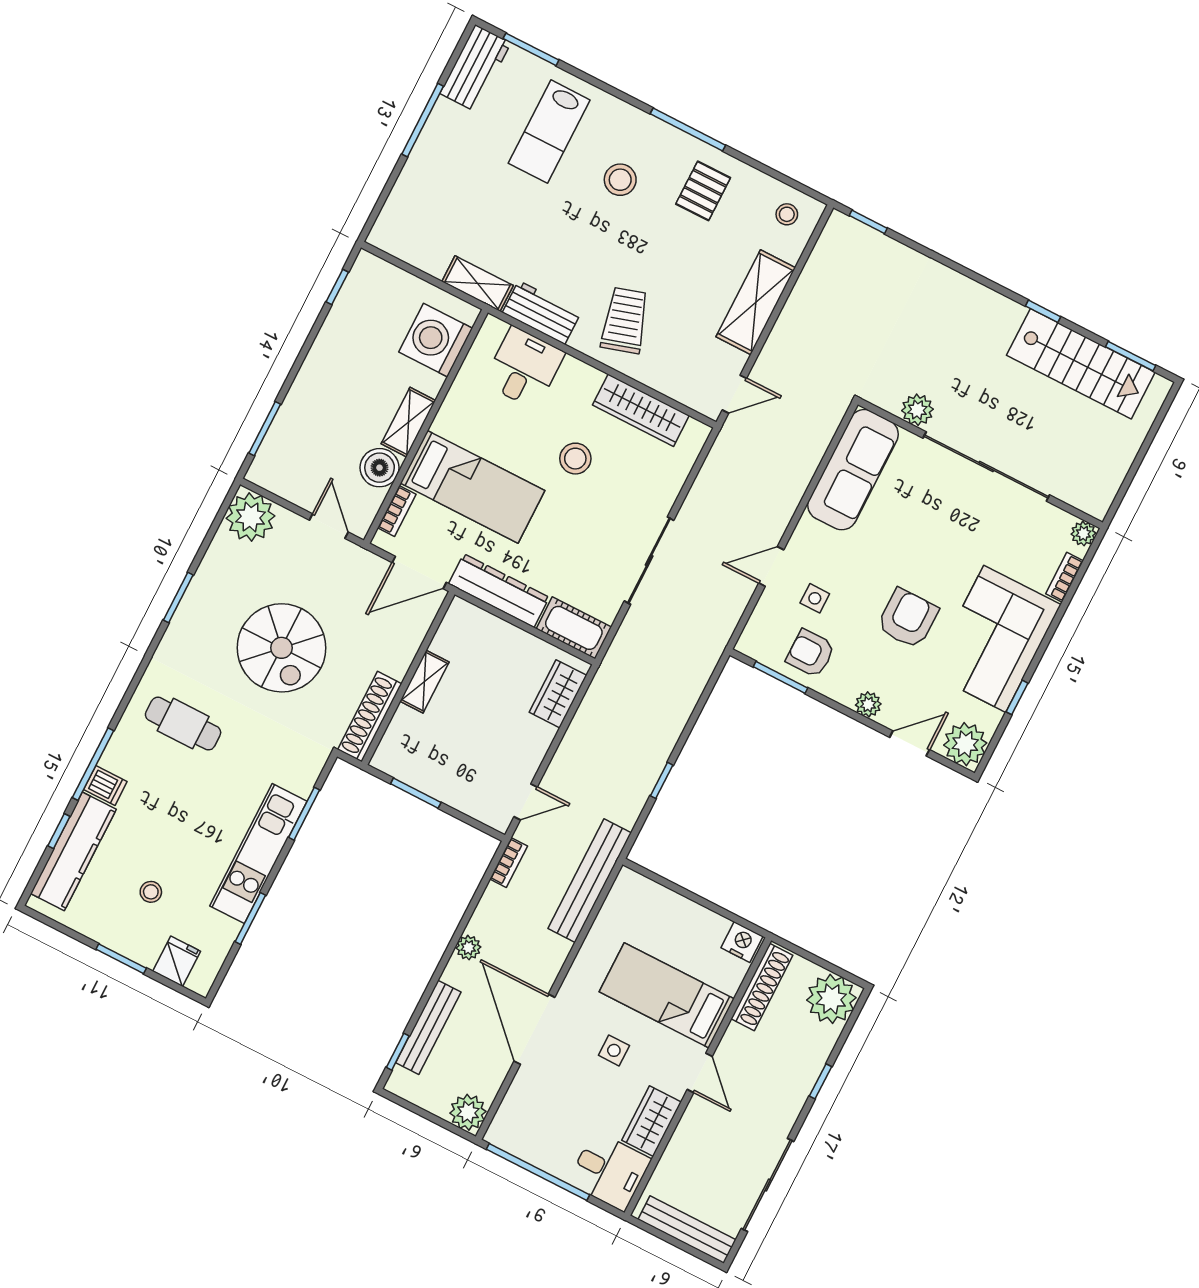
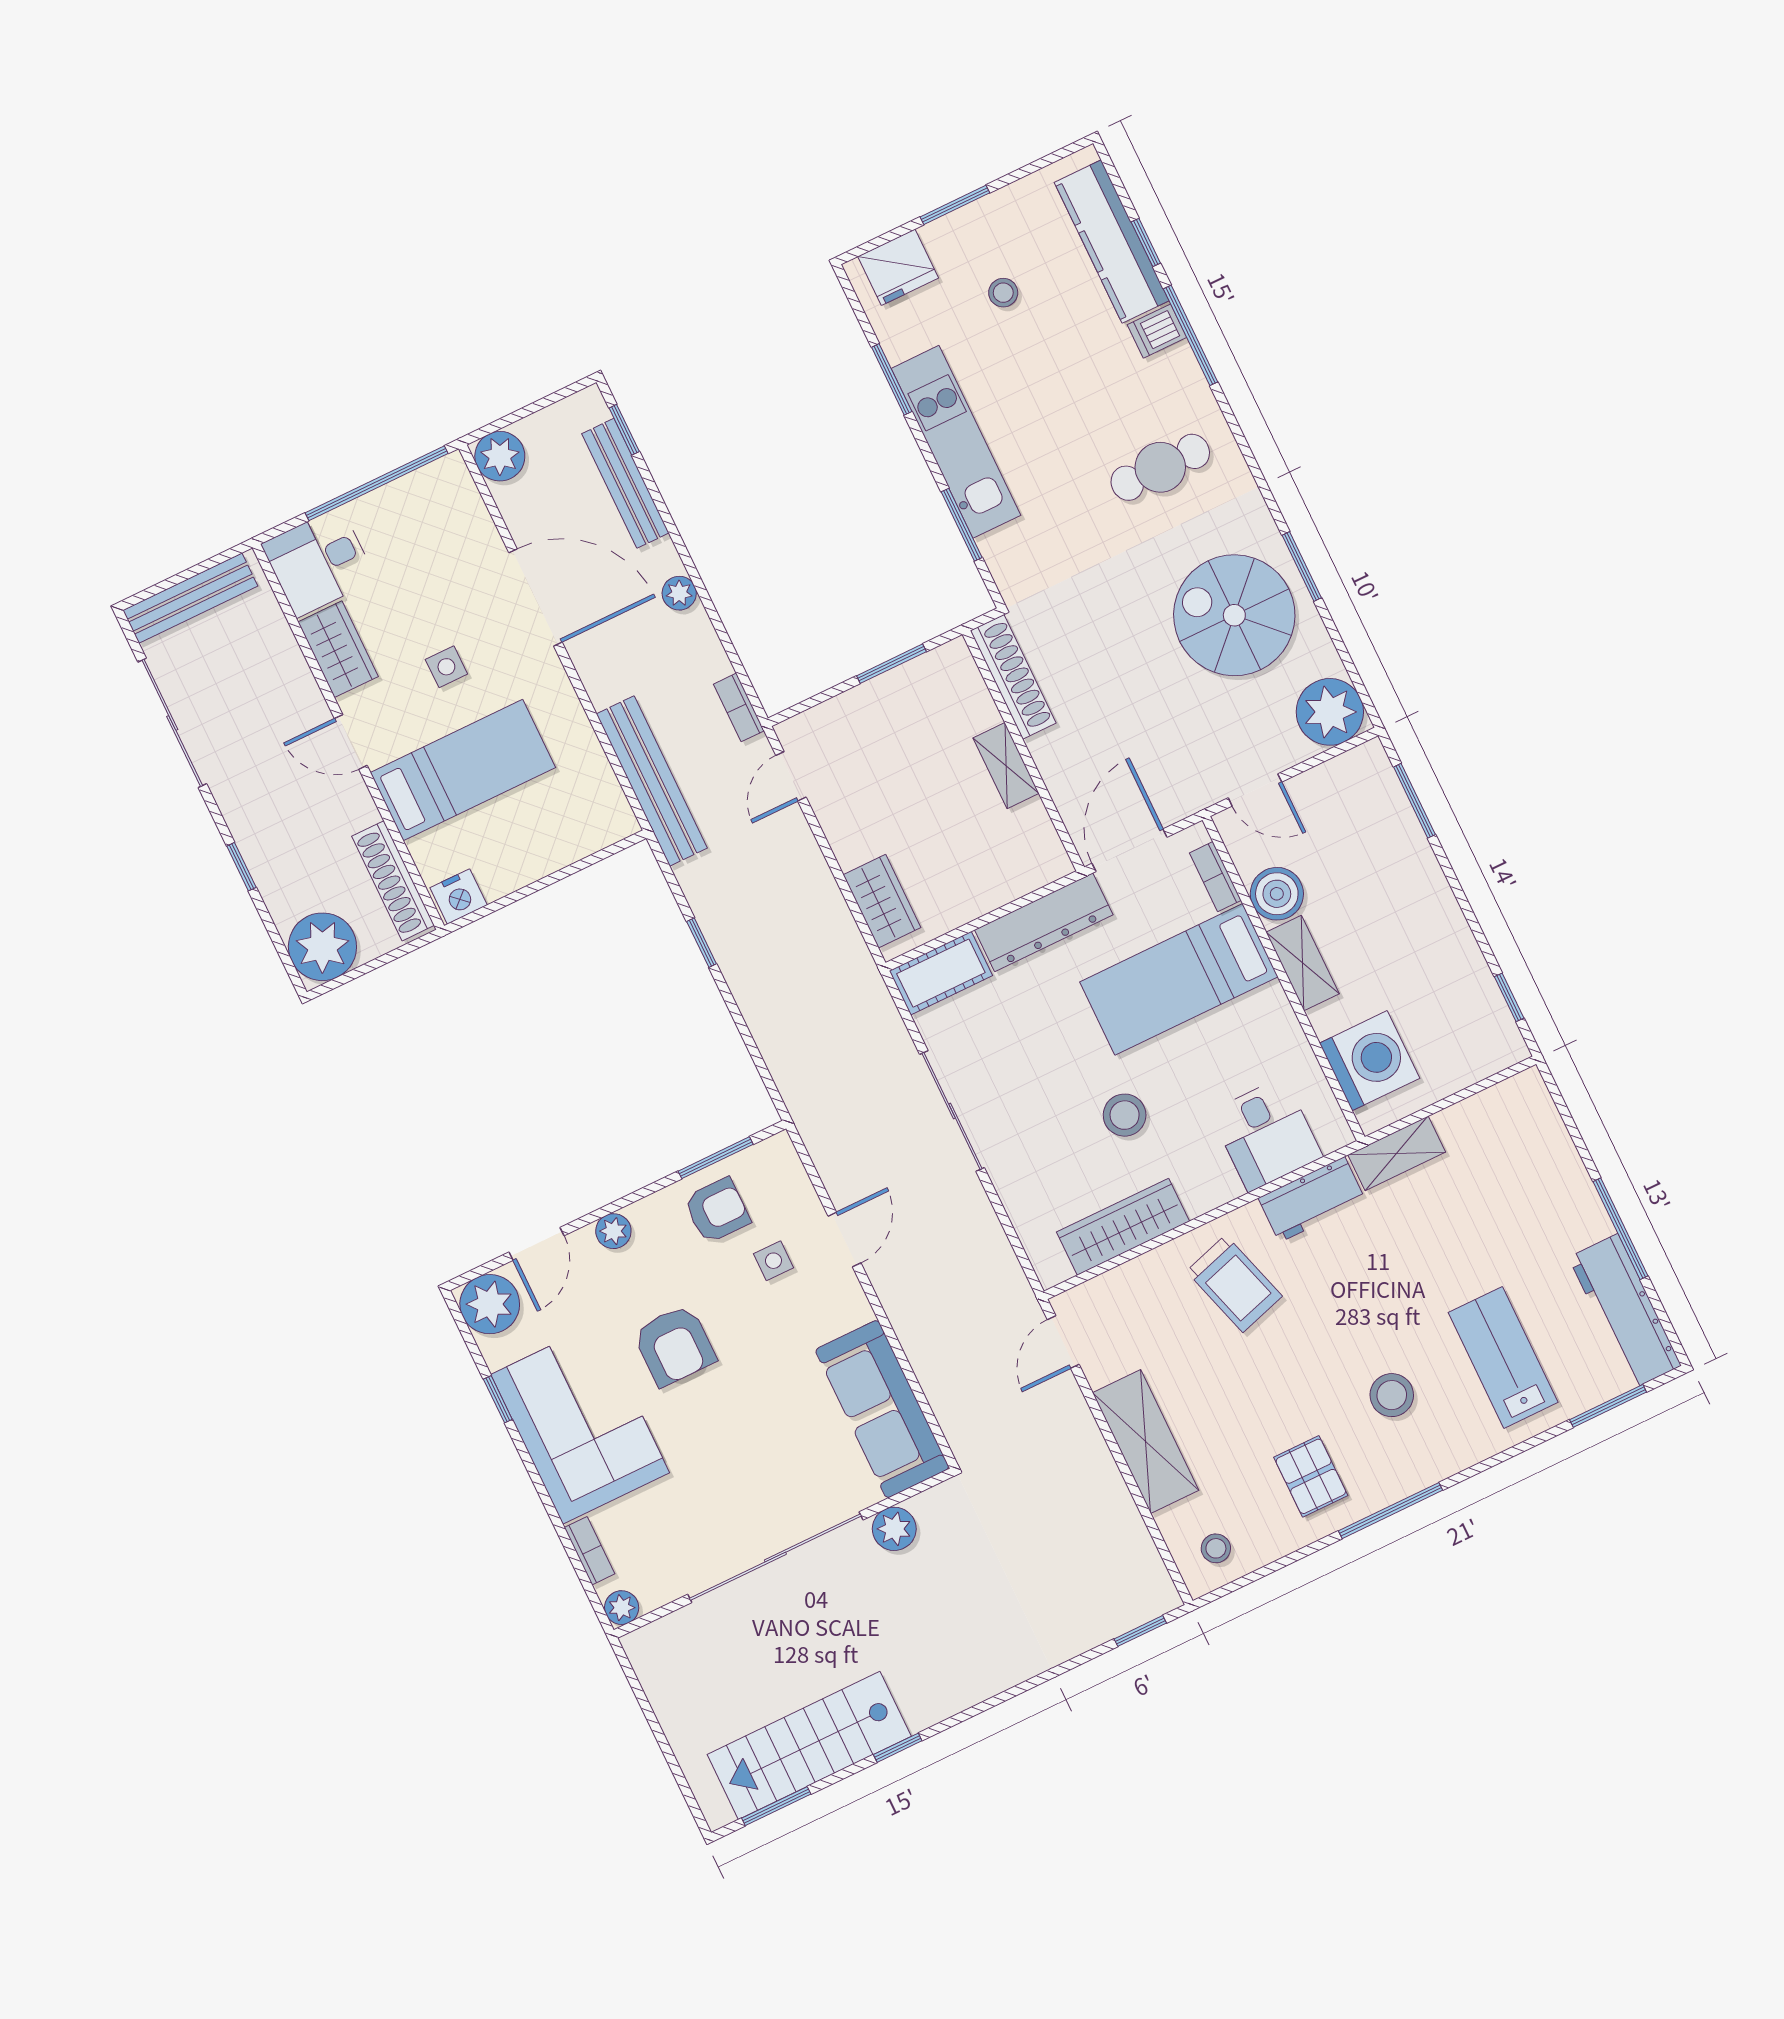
workbench: (475, 68) -> (1625, 1311), width x1.37
spiral stairs: (282, 648) -> (1234, 615), moved
fridge: (177, 961) -> (898, 267), width x1.38

